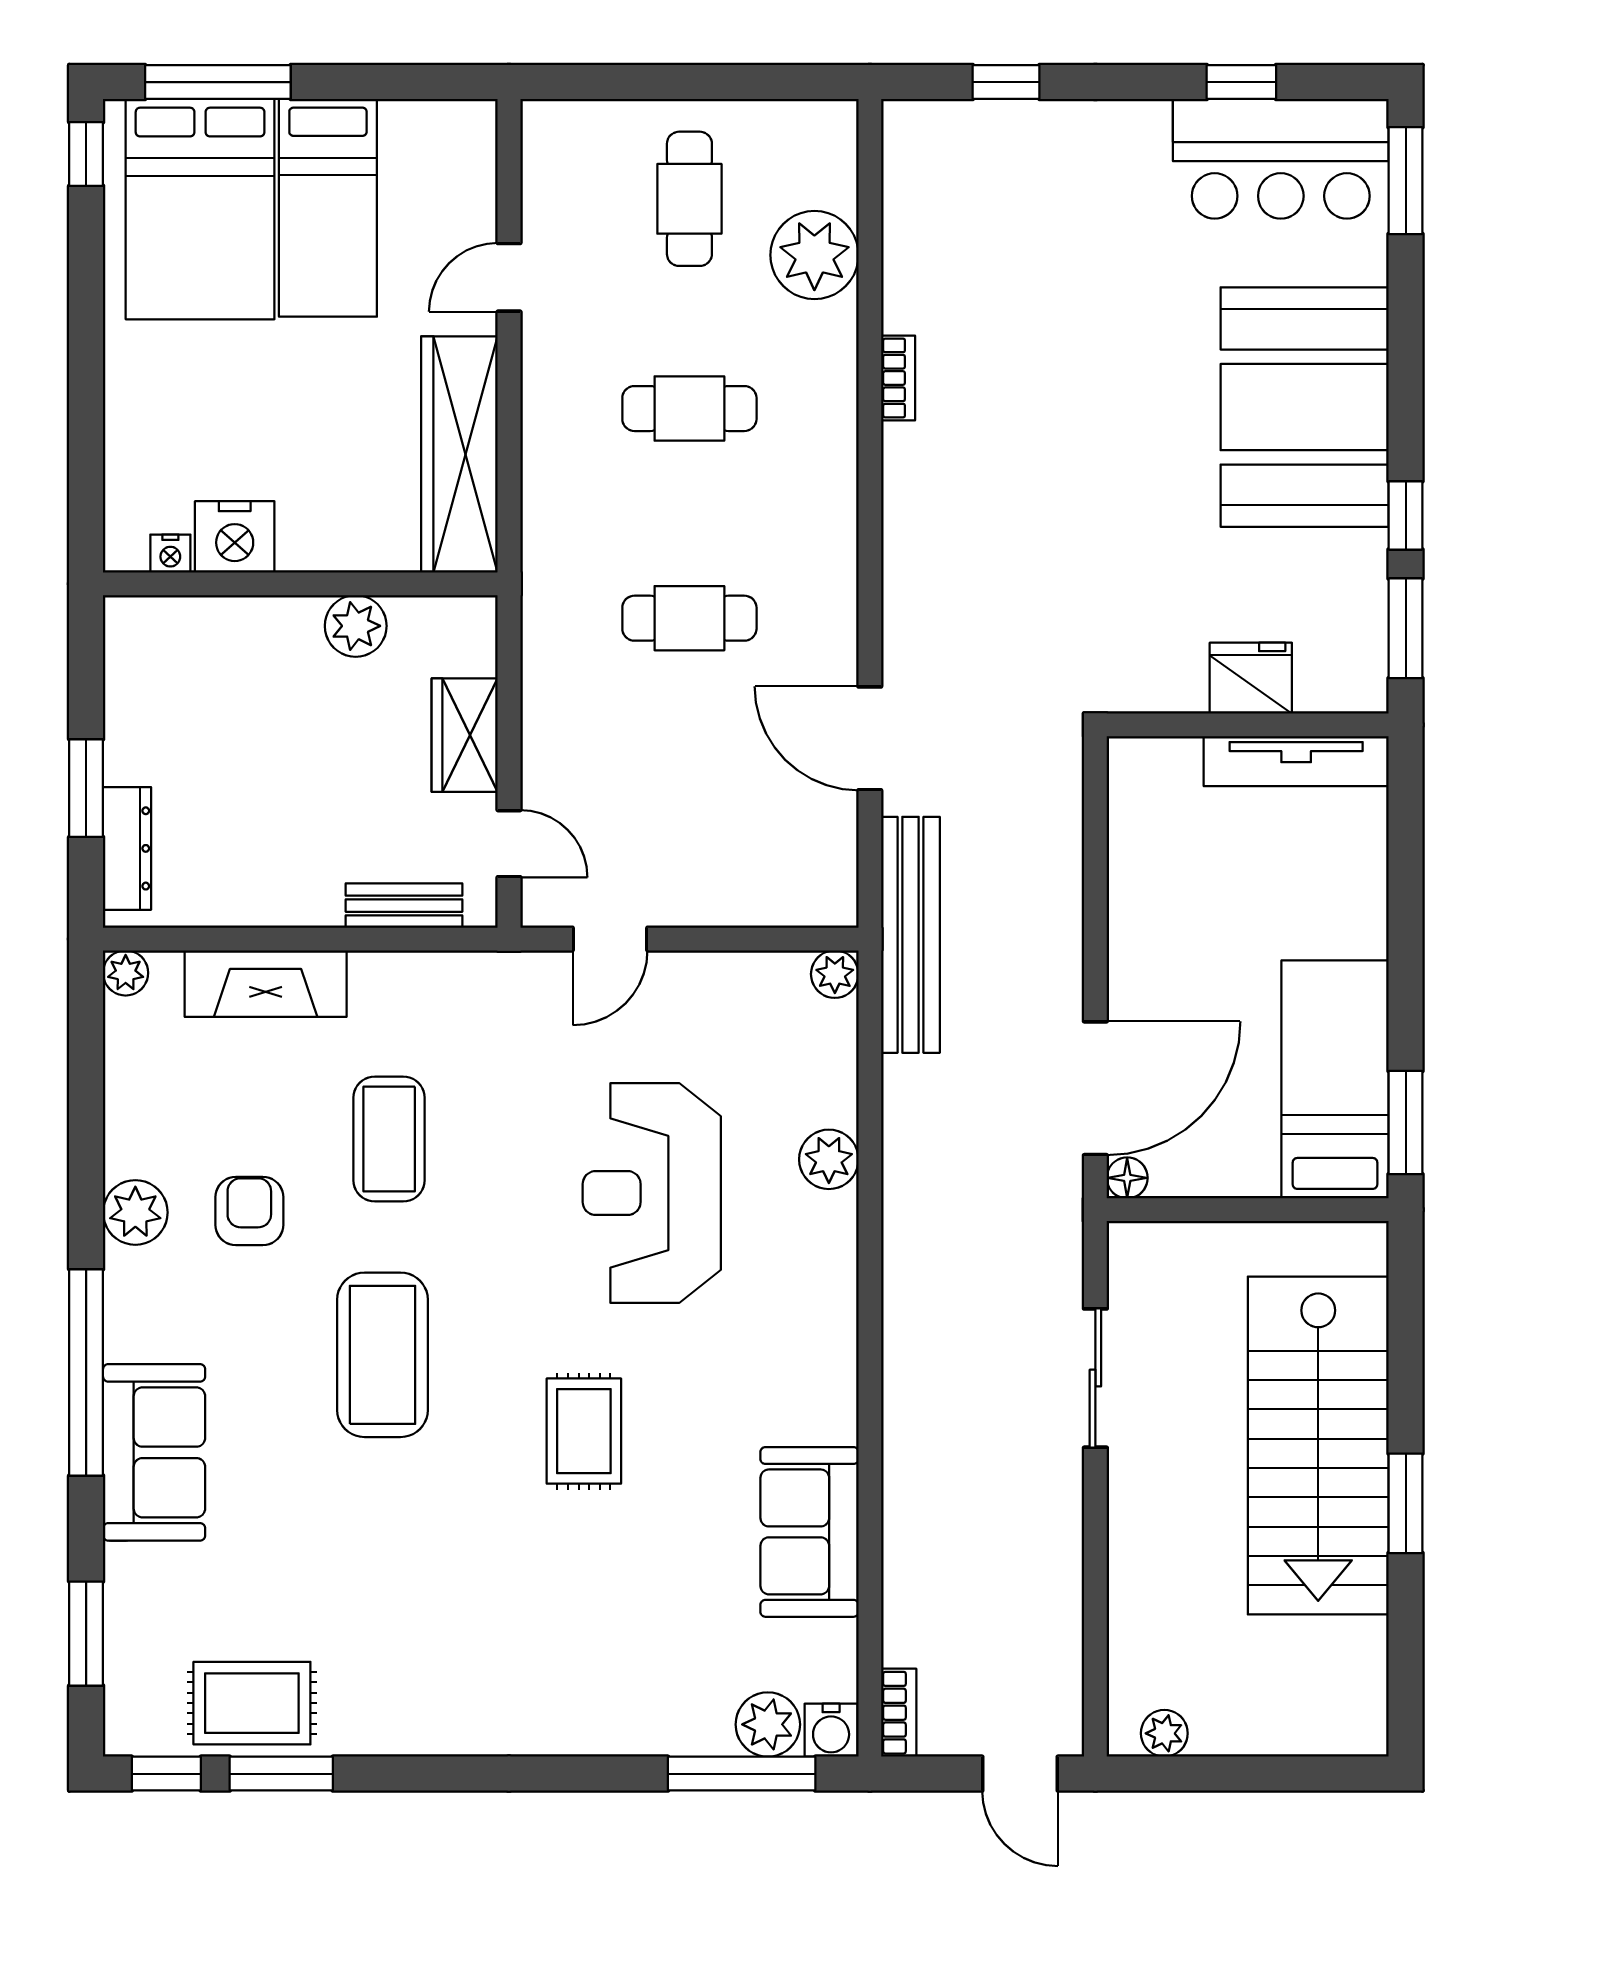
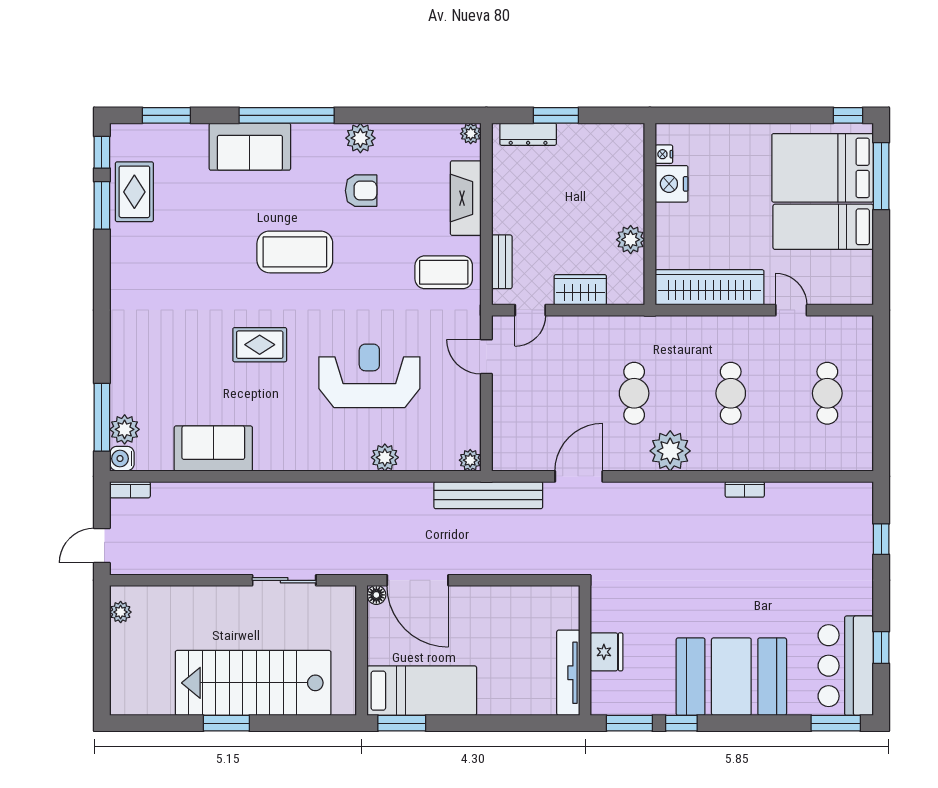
cafe table: (689, 199) -> (827, 393), turned 90
plant: (814, 255) -> (670, 451), moved
coffee table: (389, 1139) -> (444, 272), moved

